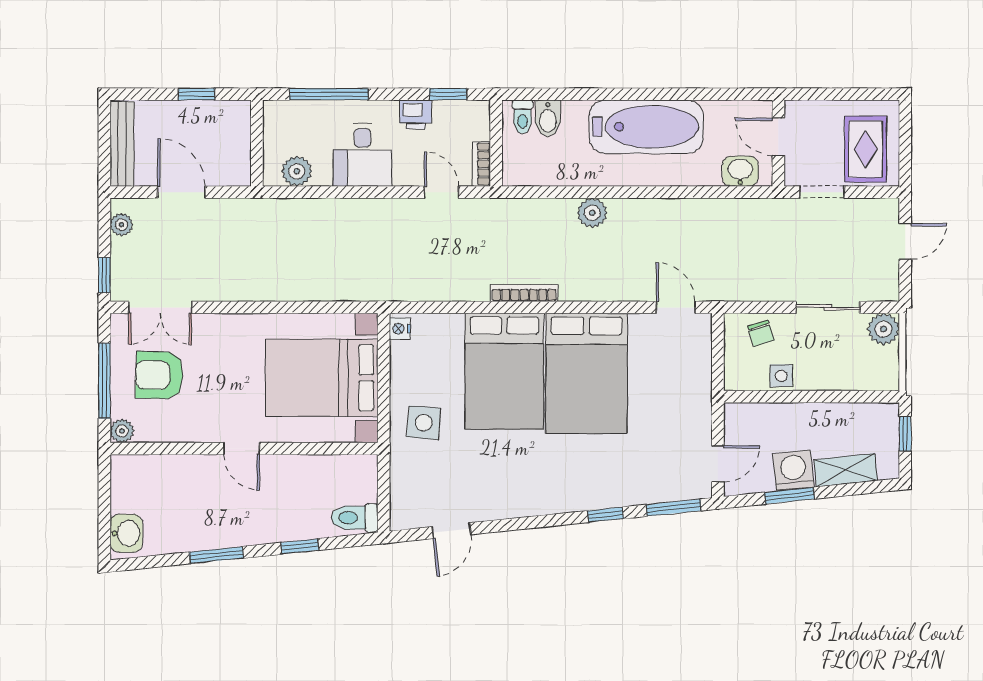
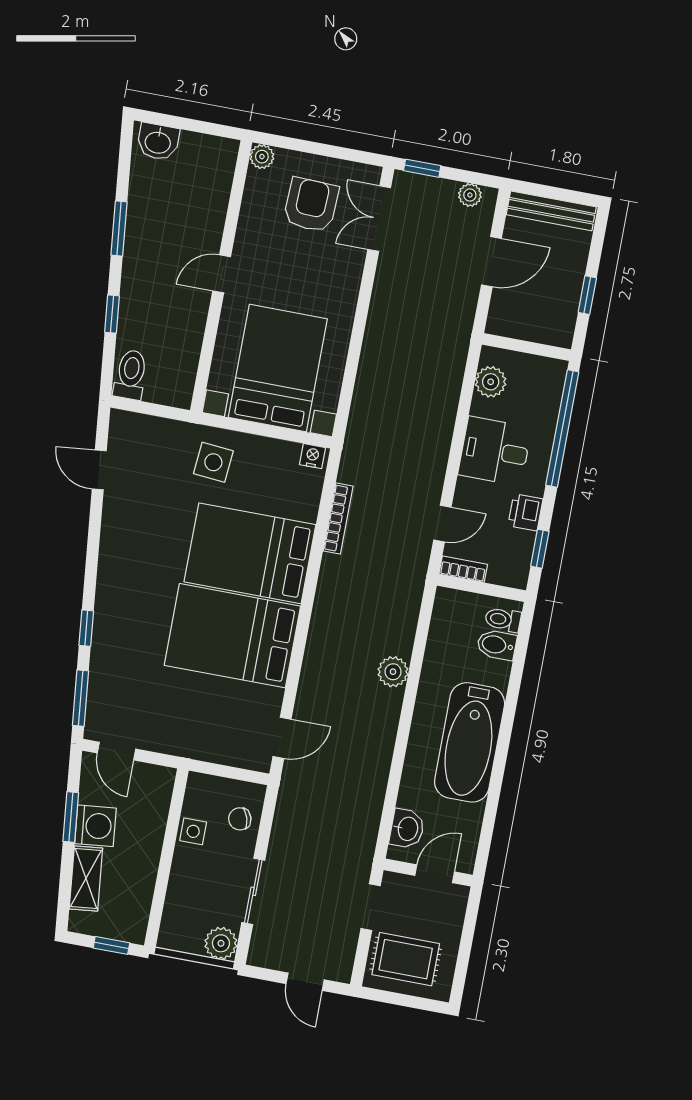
window: (329, 94) -> (562, 429), width x1.46
bookcase: (524, 293) -> (338, 519), moved
window: (104, 381) -> (316, 148), removed

